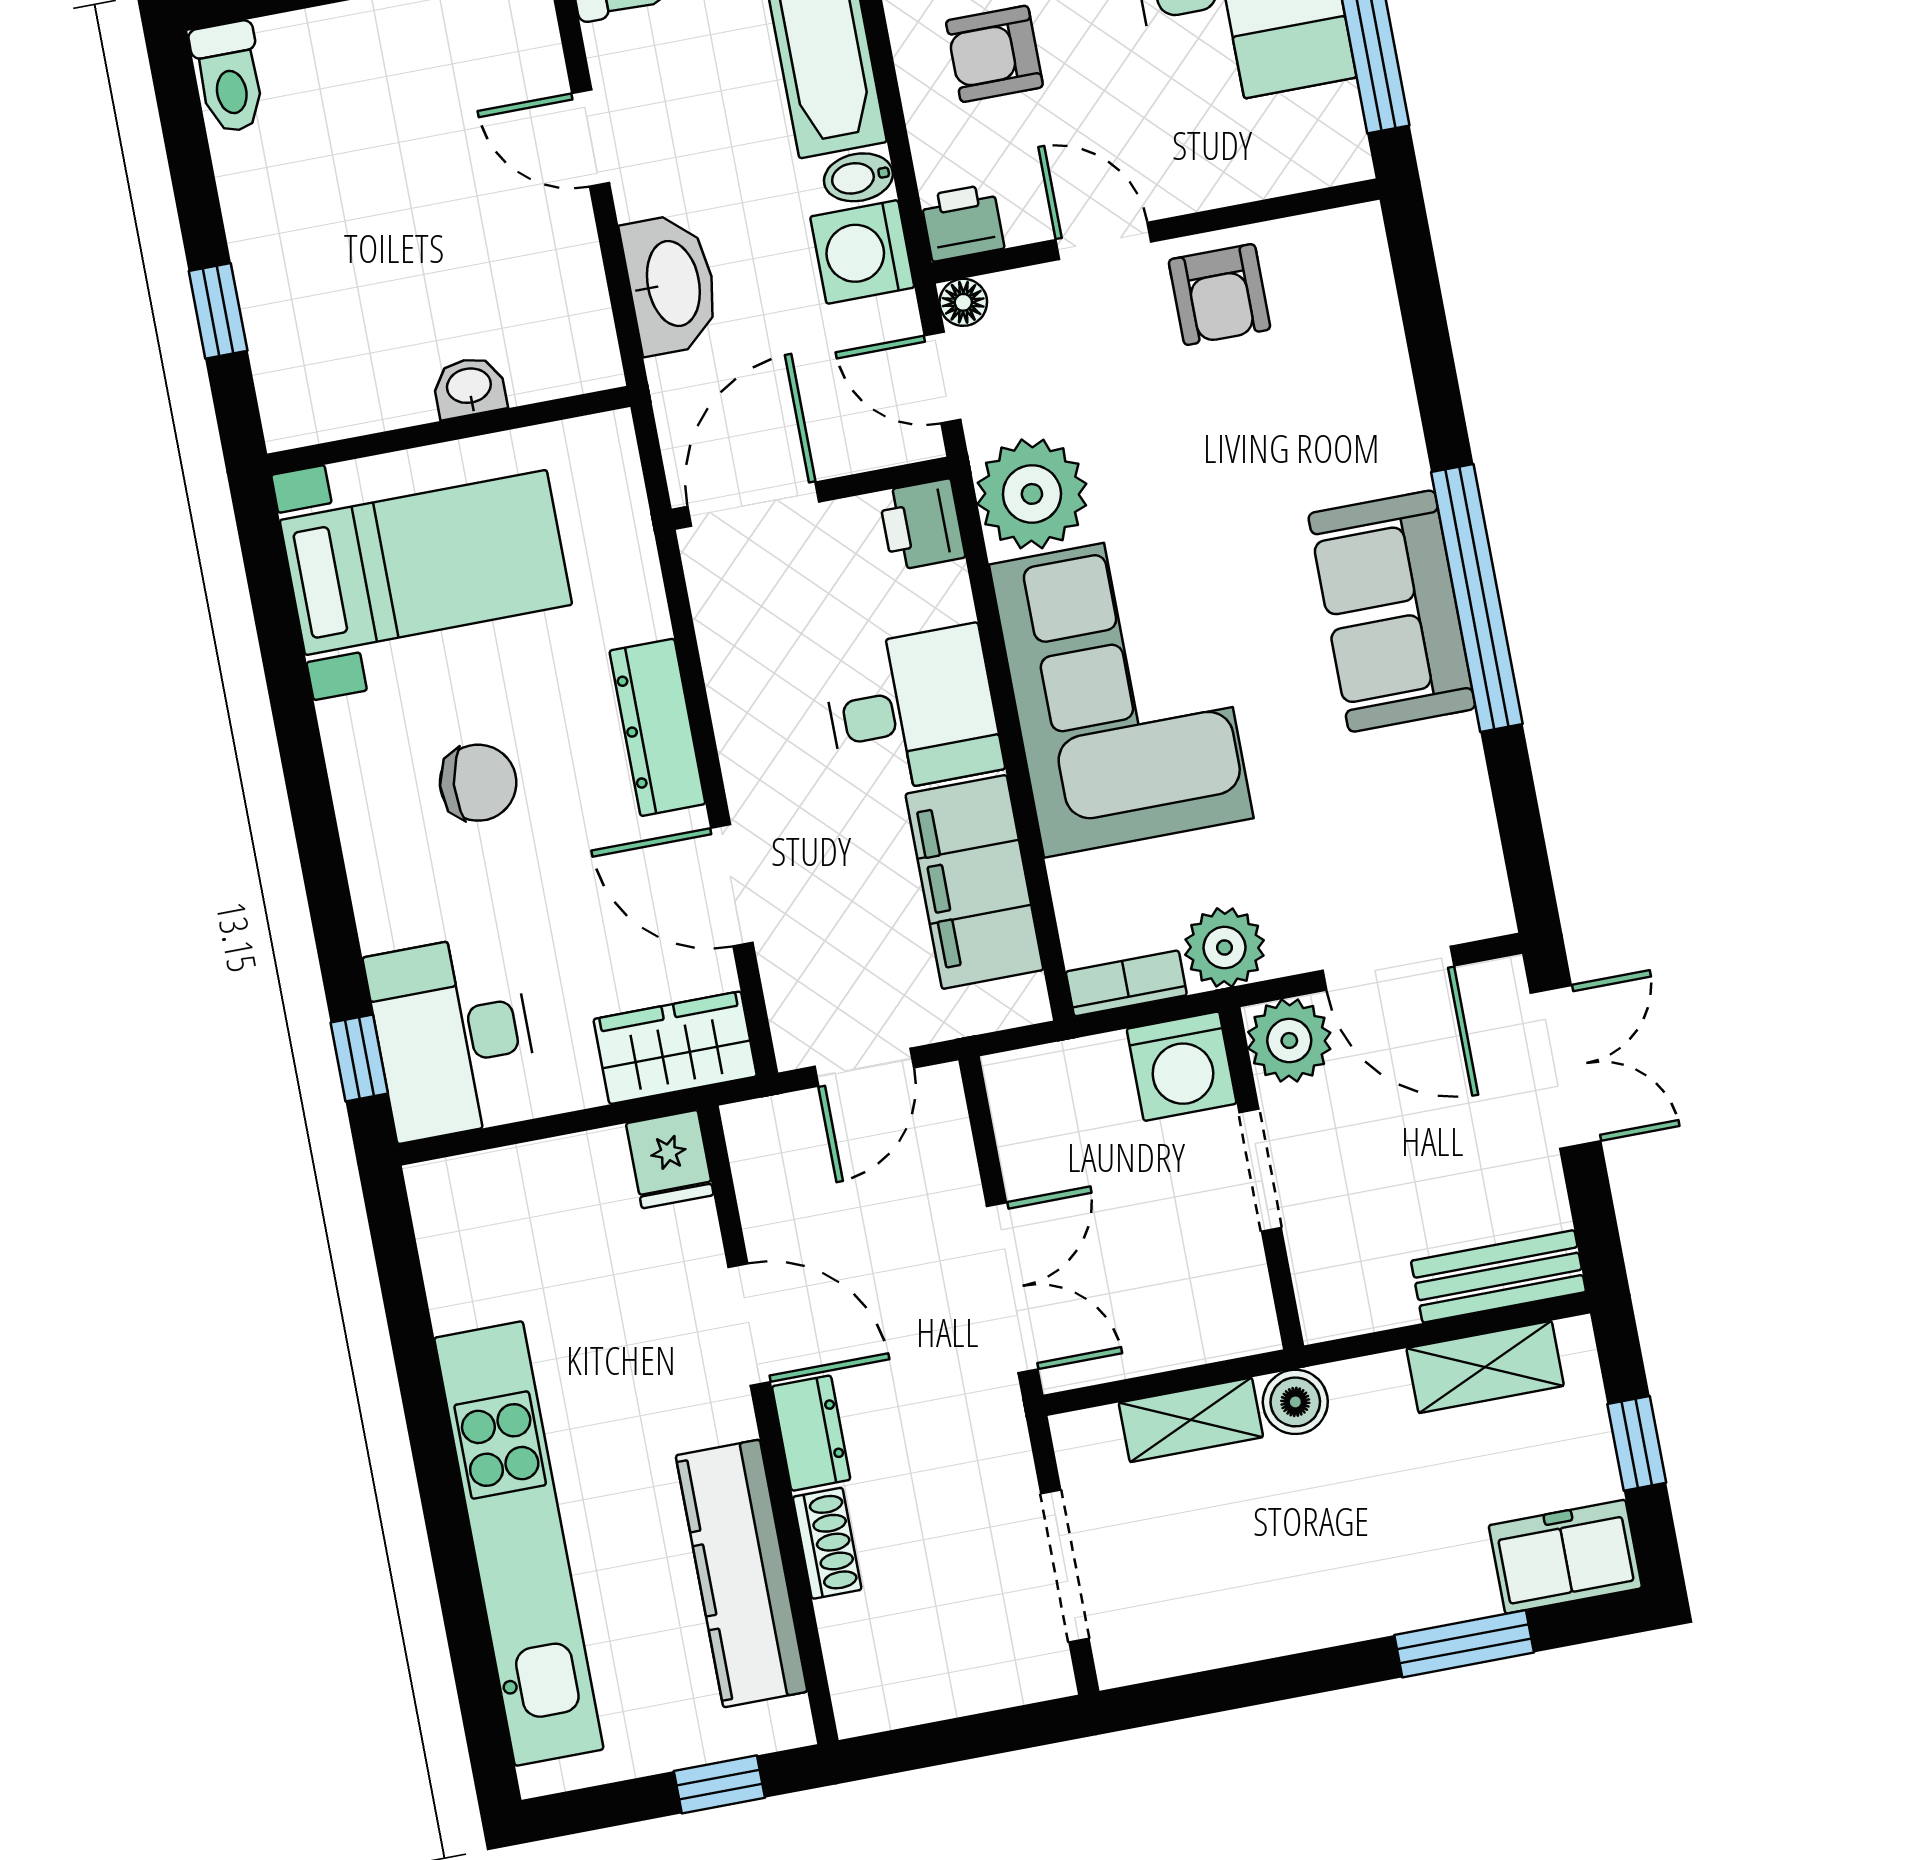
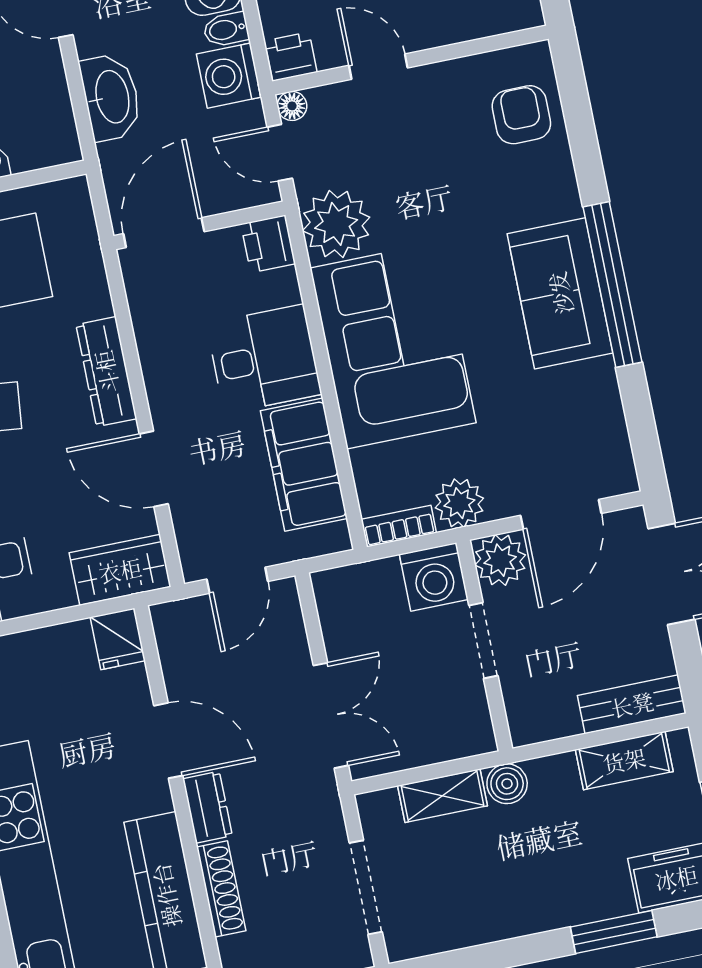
armchair: (1219, 295) -> (521, 115), moved, turned 180
door: (1388, 968) -> (561, 514), hinge flipped
shoe rack: (827, 1543) -> (221, 889), width x1.43

